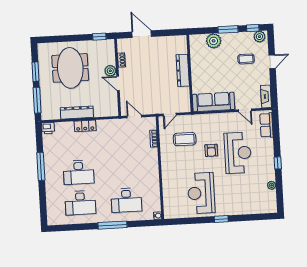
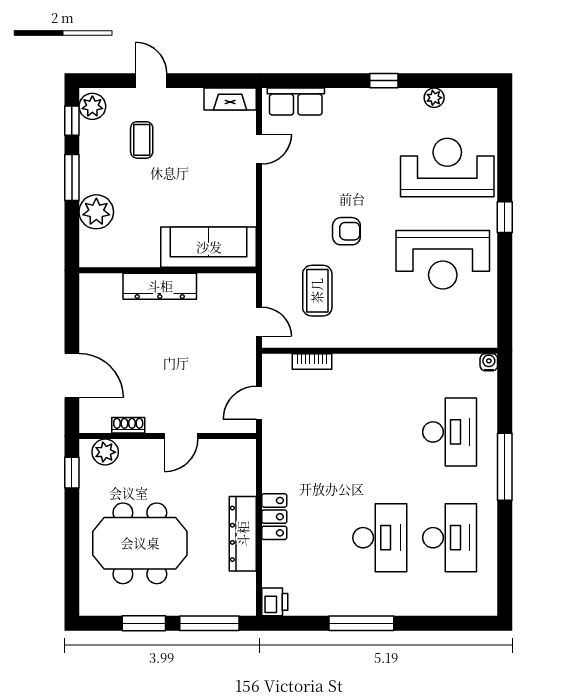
door: (142, 34) -> (72, 375), swing flipped
plant: (110, 71) -> (105, 452), moved
sofa: (214, 102) -> (209, 247), moved, turned 90
reception desk: (238, 153) -> (447, 168), moved

